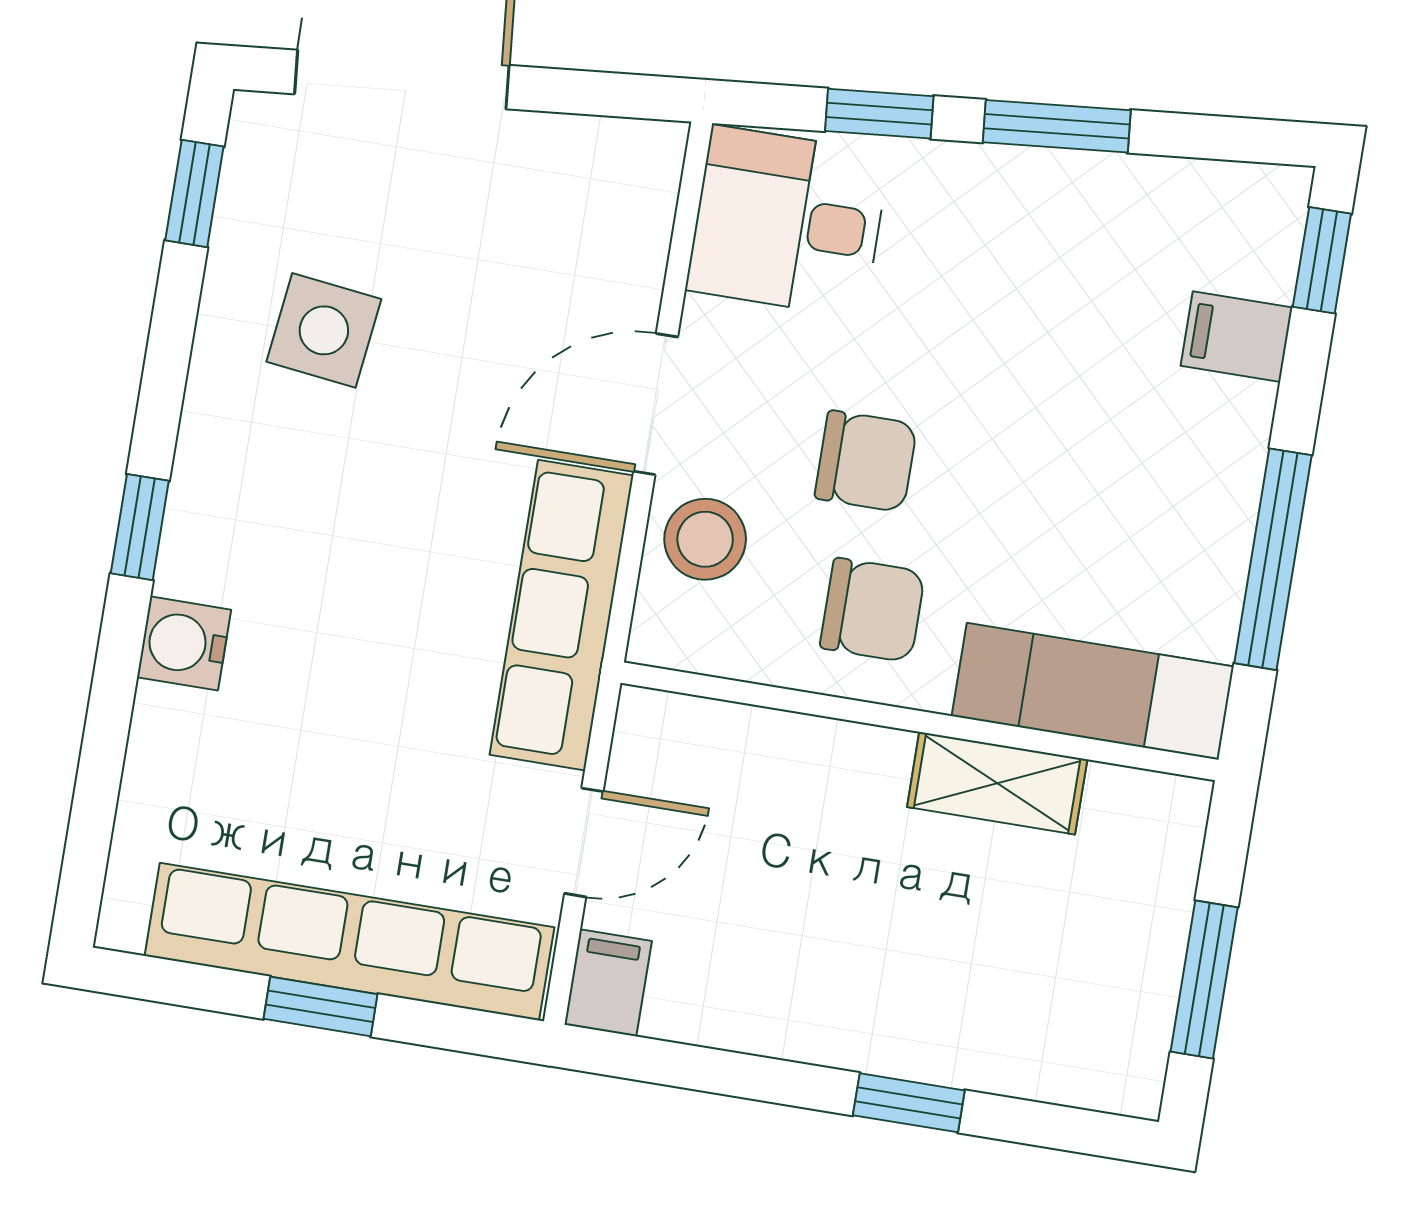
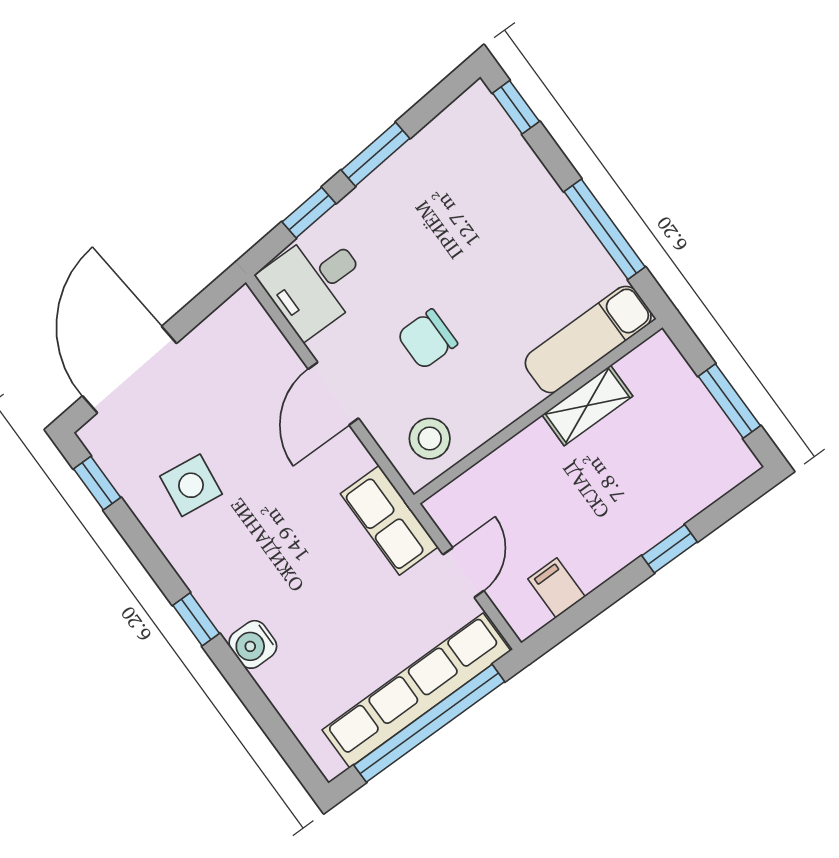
filing cabinet: (1237, 337) -> (513, 164), removed
chair: (866, 461) -> (427, 339), turned 180
stool: (705, 539) -> (430, 439), moved
chair: (872, 610) -> (482, 389), removed
row of seats: (562, 615) -> (389, 520), width x0.68
filing cabinet: (608, 983) -> (557, 588), moved
window: (320, 1006) -> (429, 723), width x3.17

